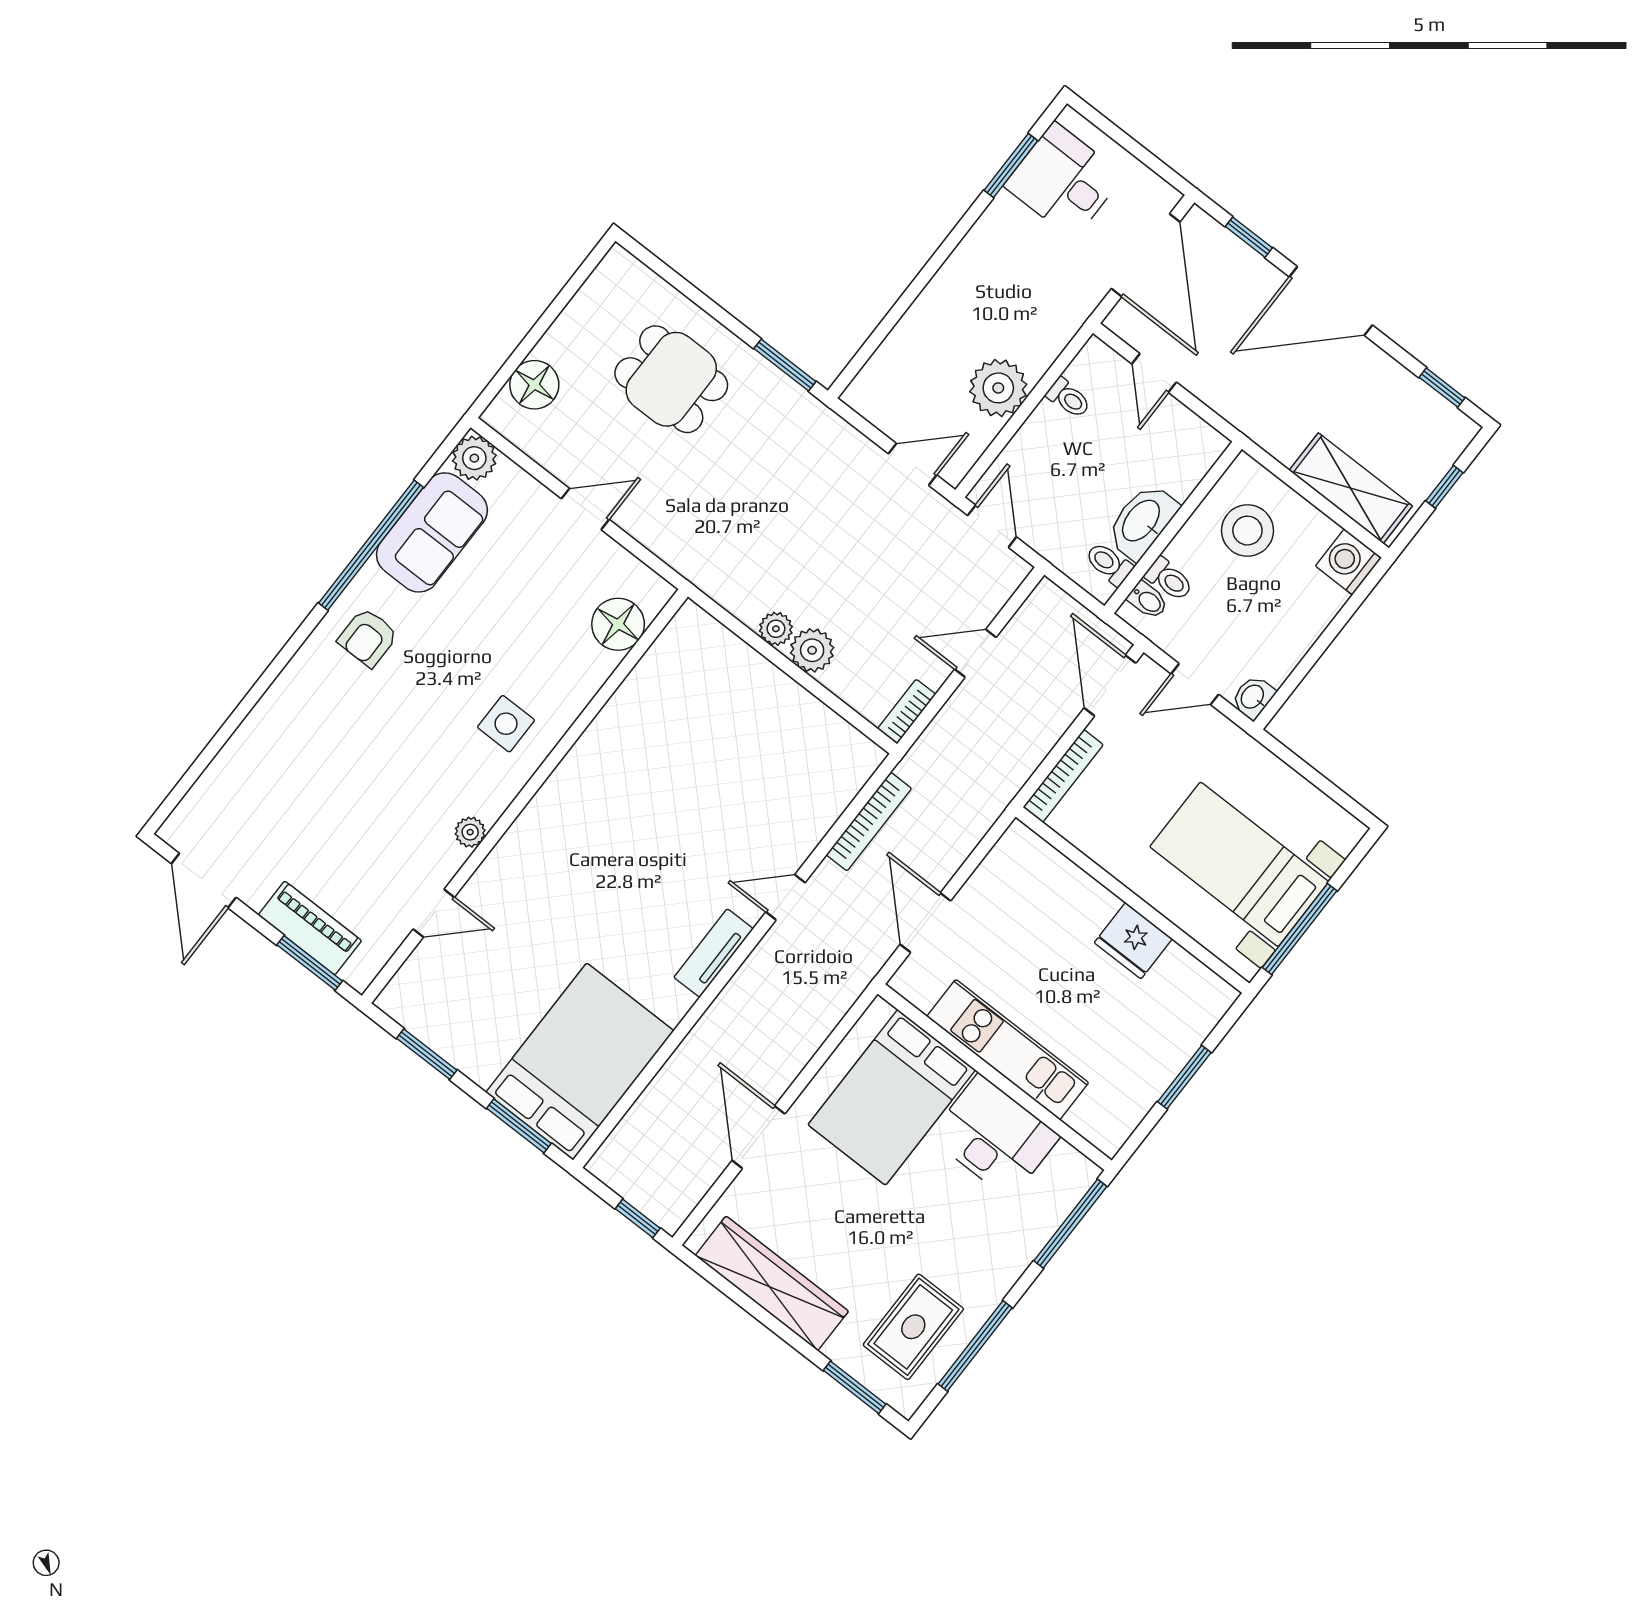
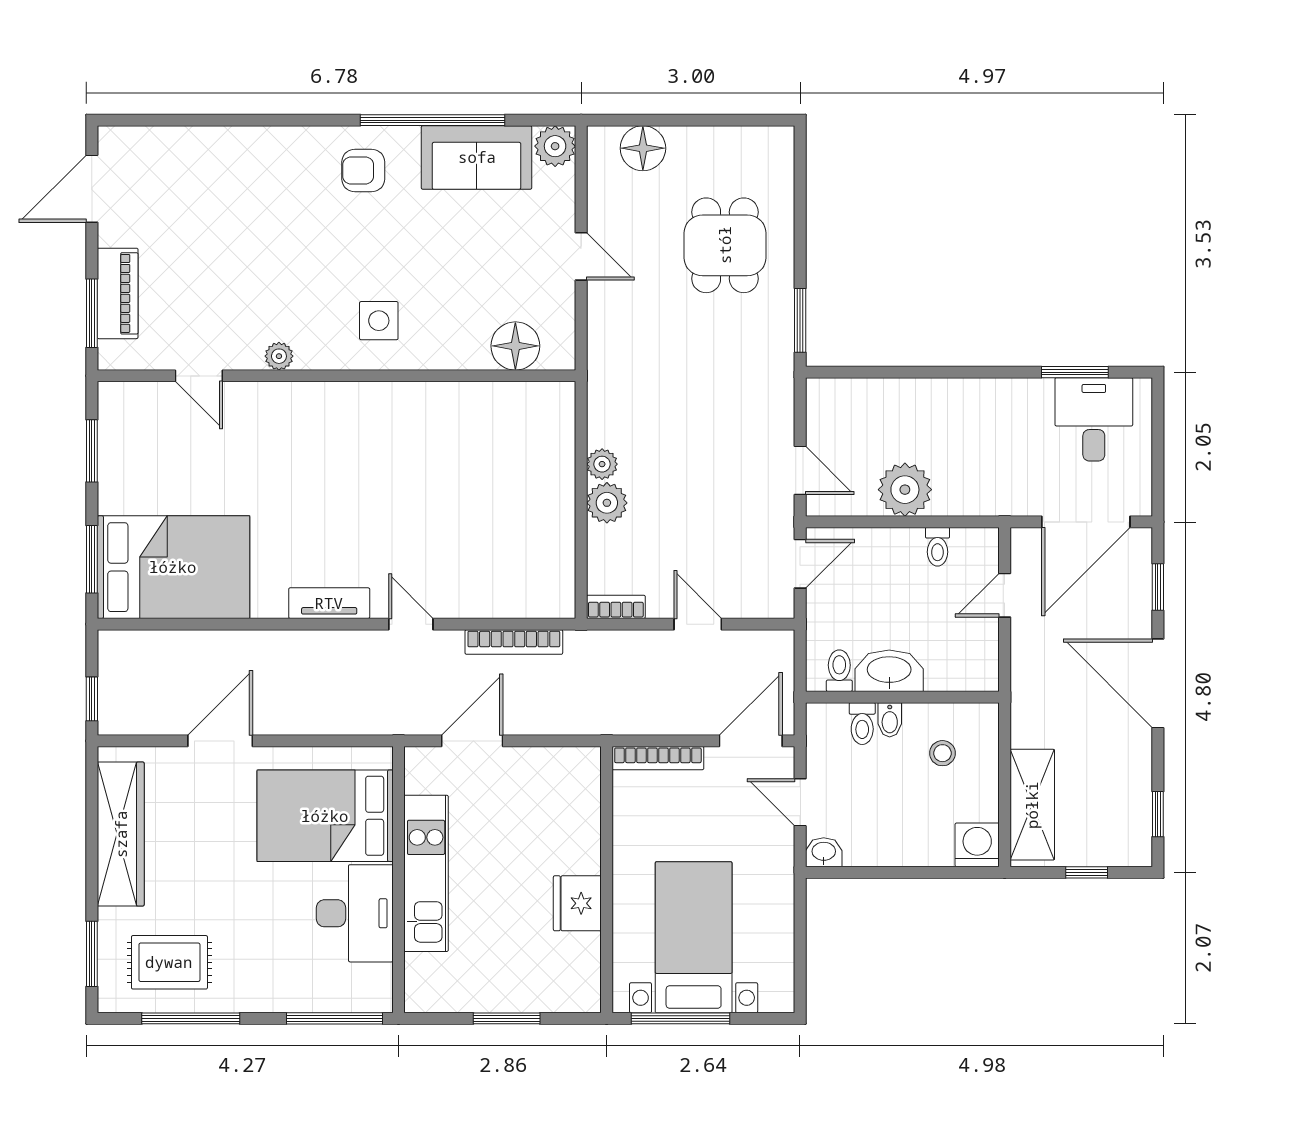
stool: (1247, 531) -> (942, 753), width x0.53, depth x0.53
bidet: (1148, 600) -> (890, 720), moved

